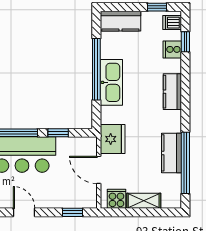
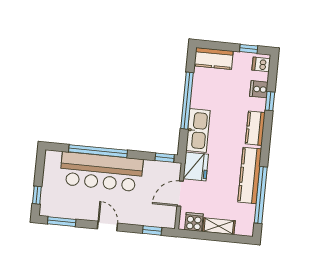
window: (185, 42) -> (270, 101), moved
kitchen sink: (111, 82) -> (198, 131), moved
window: (58, 133) -> (165, 158), moved
kitchen counter: (171, 153) -> (250, 175), width x1.50
door: (99, 170) -> (180, 194), hinge flipped

